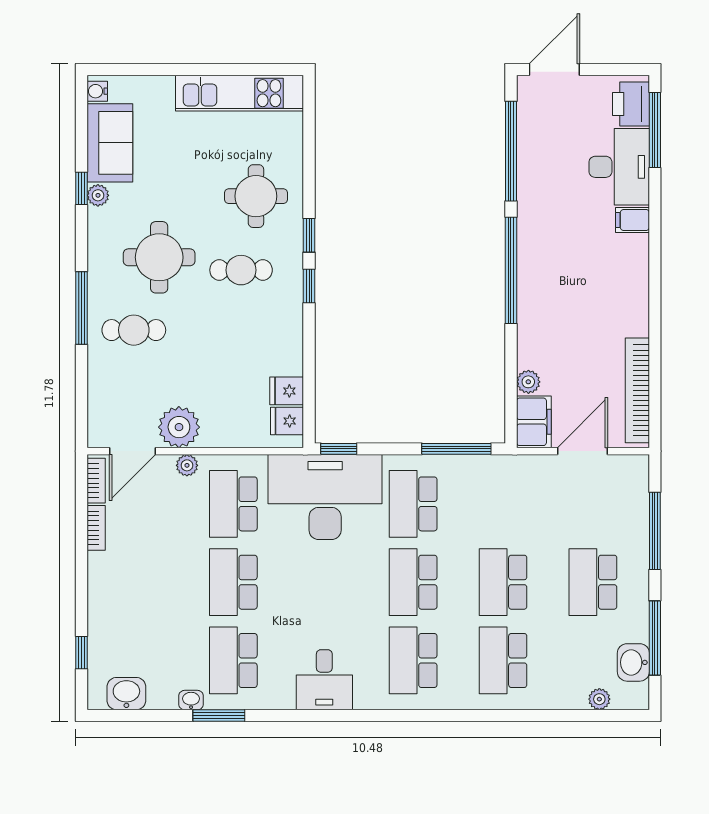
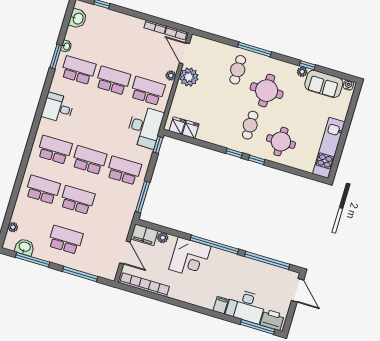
corner desk: (554, 313) -> (190, 258), added
desk: (325, 497) -> (145, 127), width x0.73, depth x0.77

